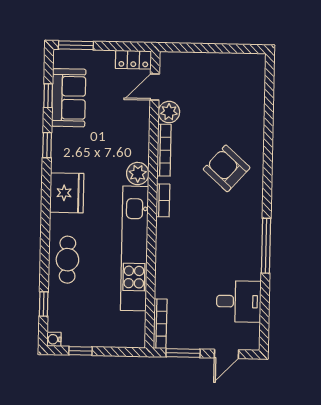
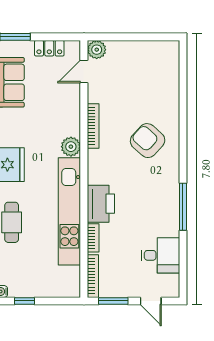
locker: (133, 60) -> (49, 48), moved
plant: (169, 112) -> (97, 50), moved
bookcase: (163, 200) -> (93, 238), moved
printer: (171, 240) -> (101, 204), added
door: (226, 354) -> (151, 301), hinge flipped

